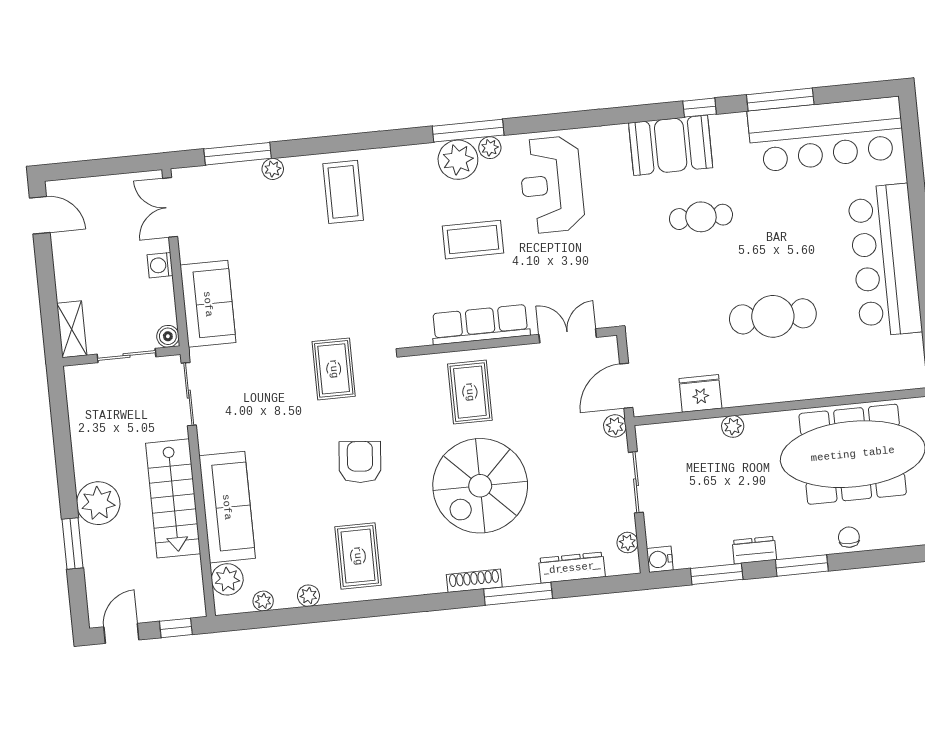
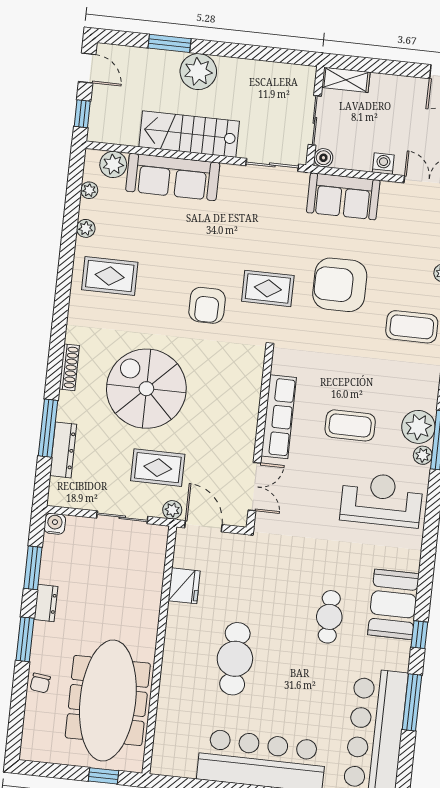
coffee table: (473, 240) -> (350, 425), turned 90
armchair: (312, 286) -> (340, 285), added
rug: (470, 392) -> (158, 468), moved
plant: (733, 426) -> (151, 607), removed
armchair: (360, 462) -> (207, 305), moved, turned 85
chair: (849, 537) -> (40, 683), turned 97
plant: (627, 543) -> (74, 500), removed
window: (518, 594) -> (48, 428), moved

